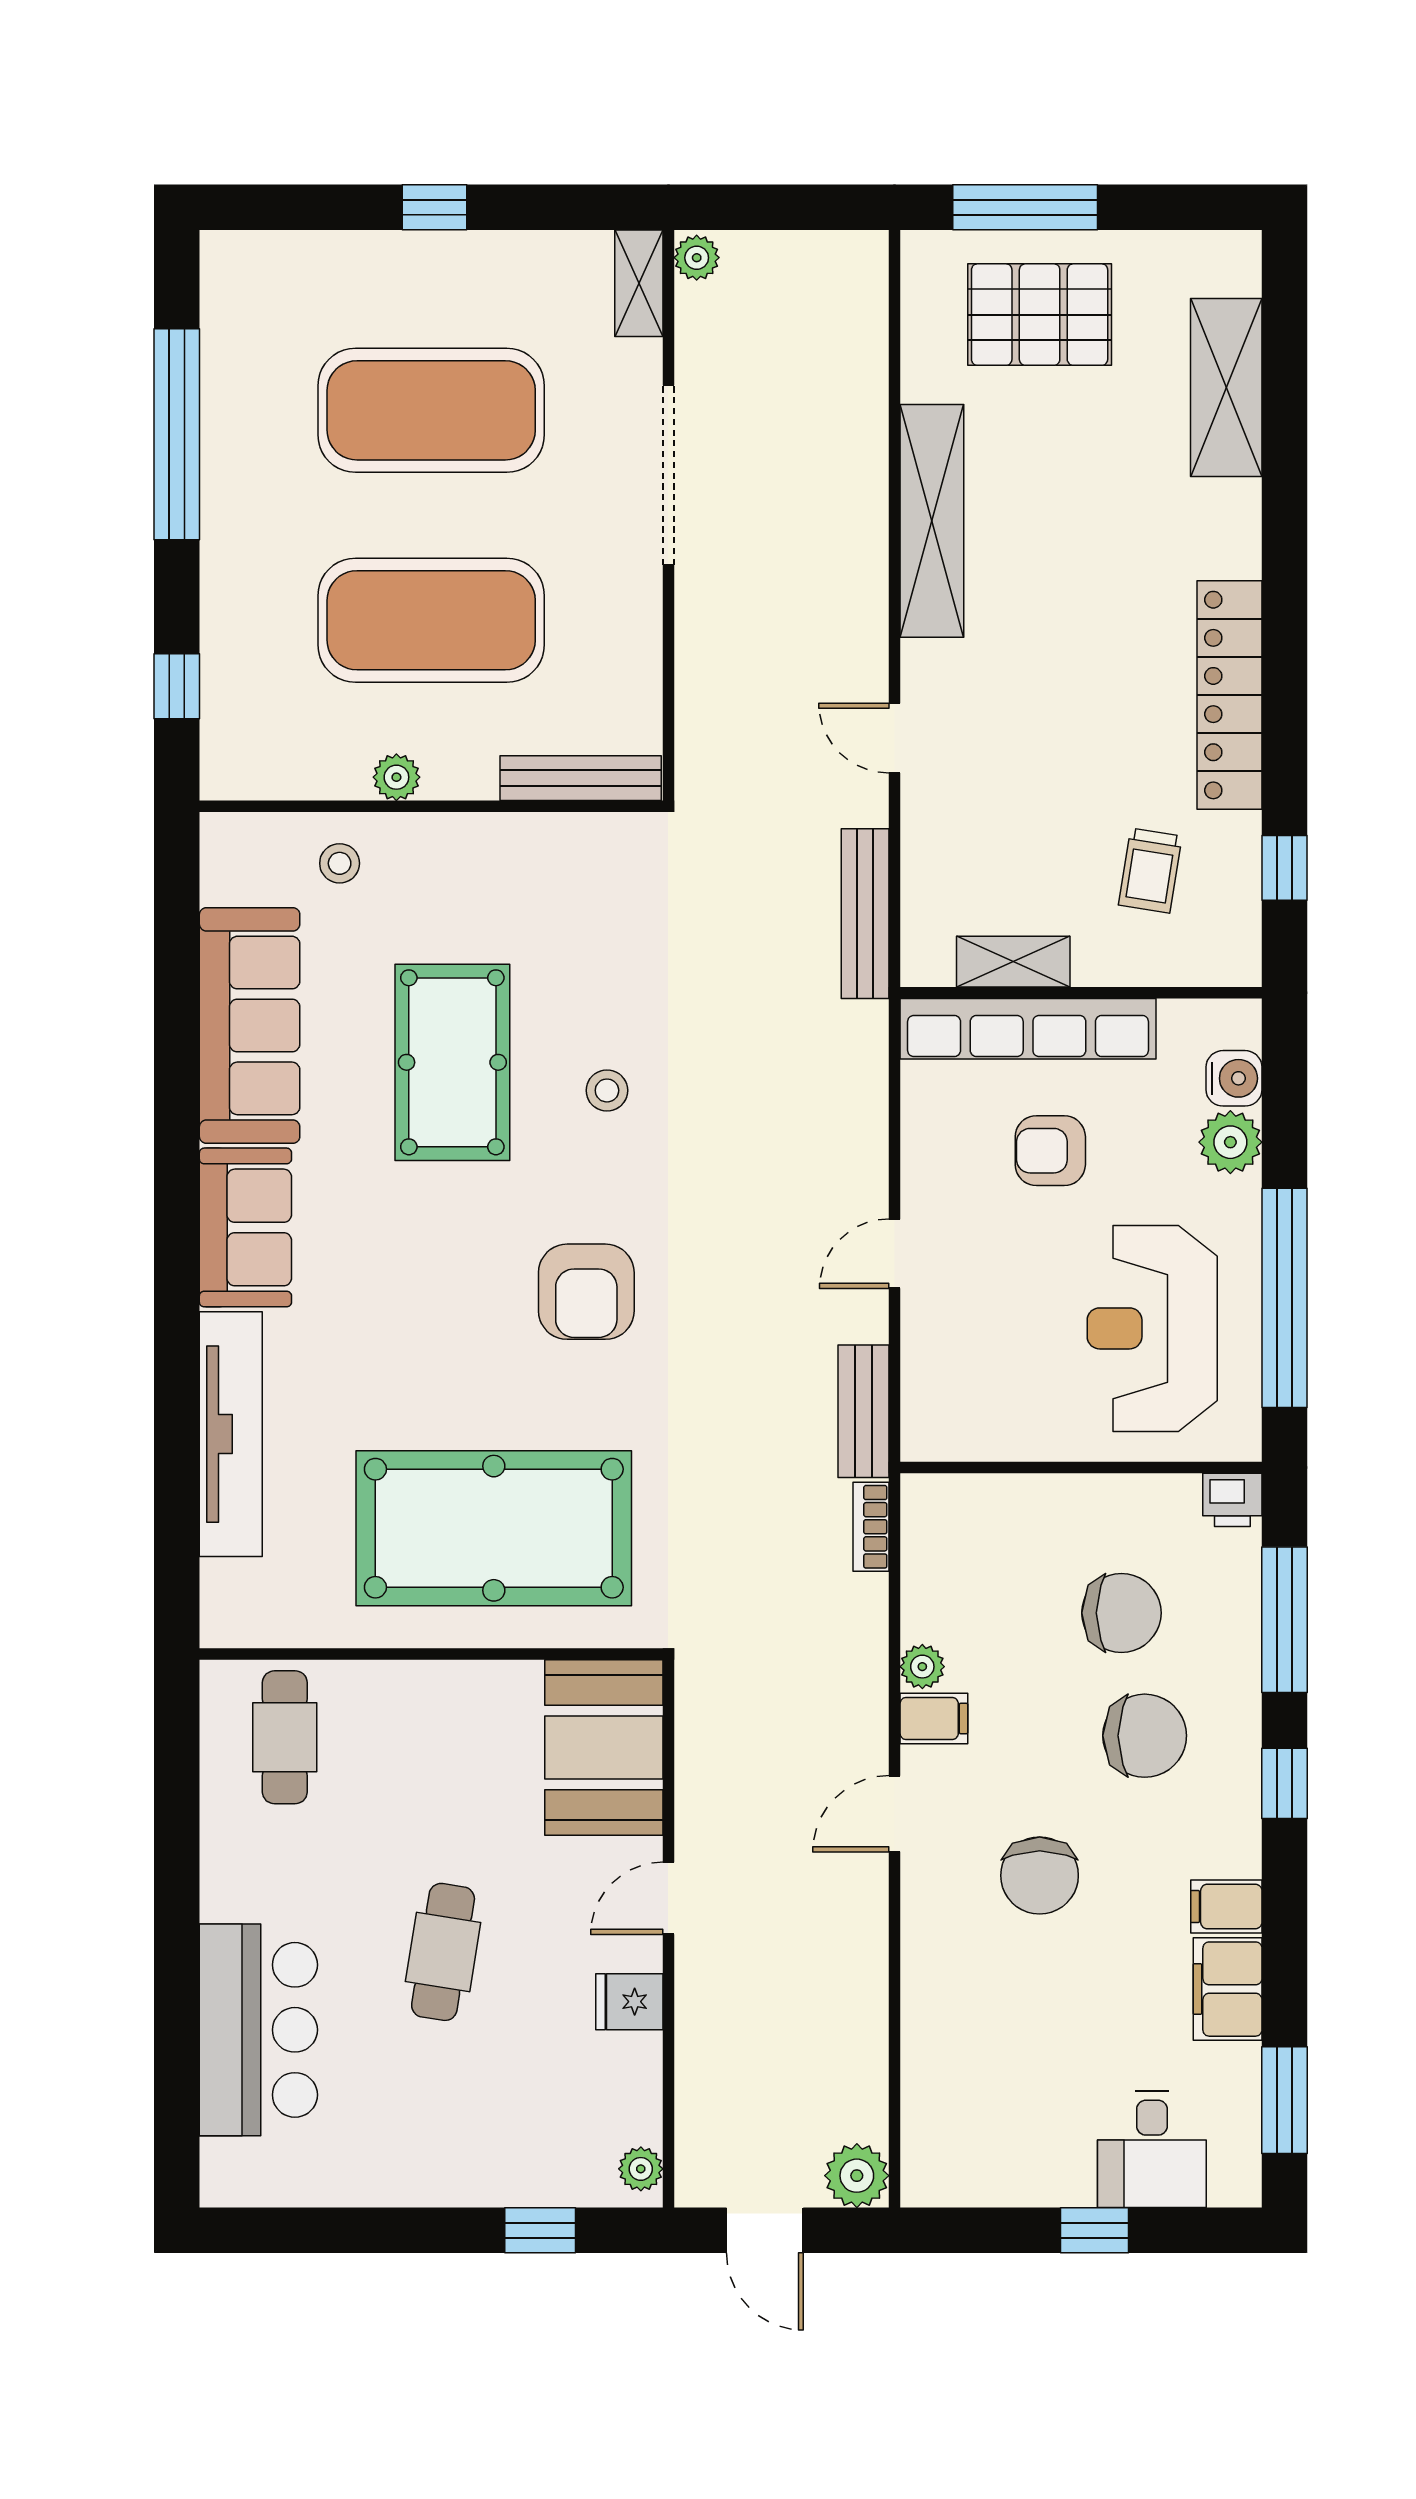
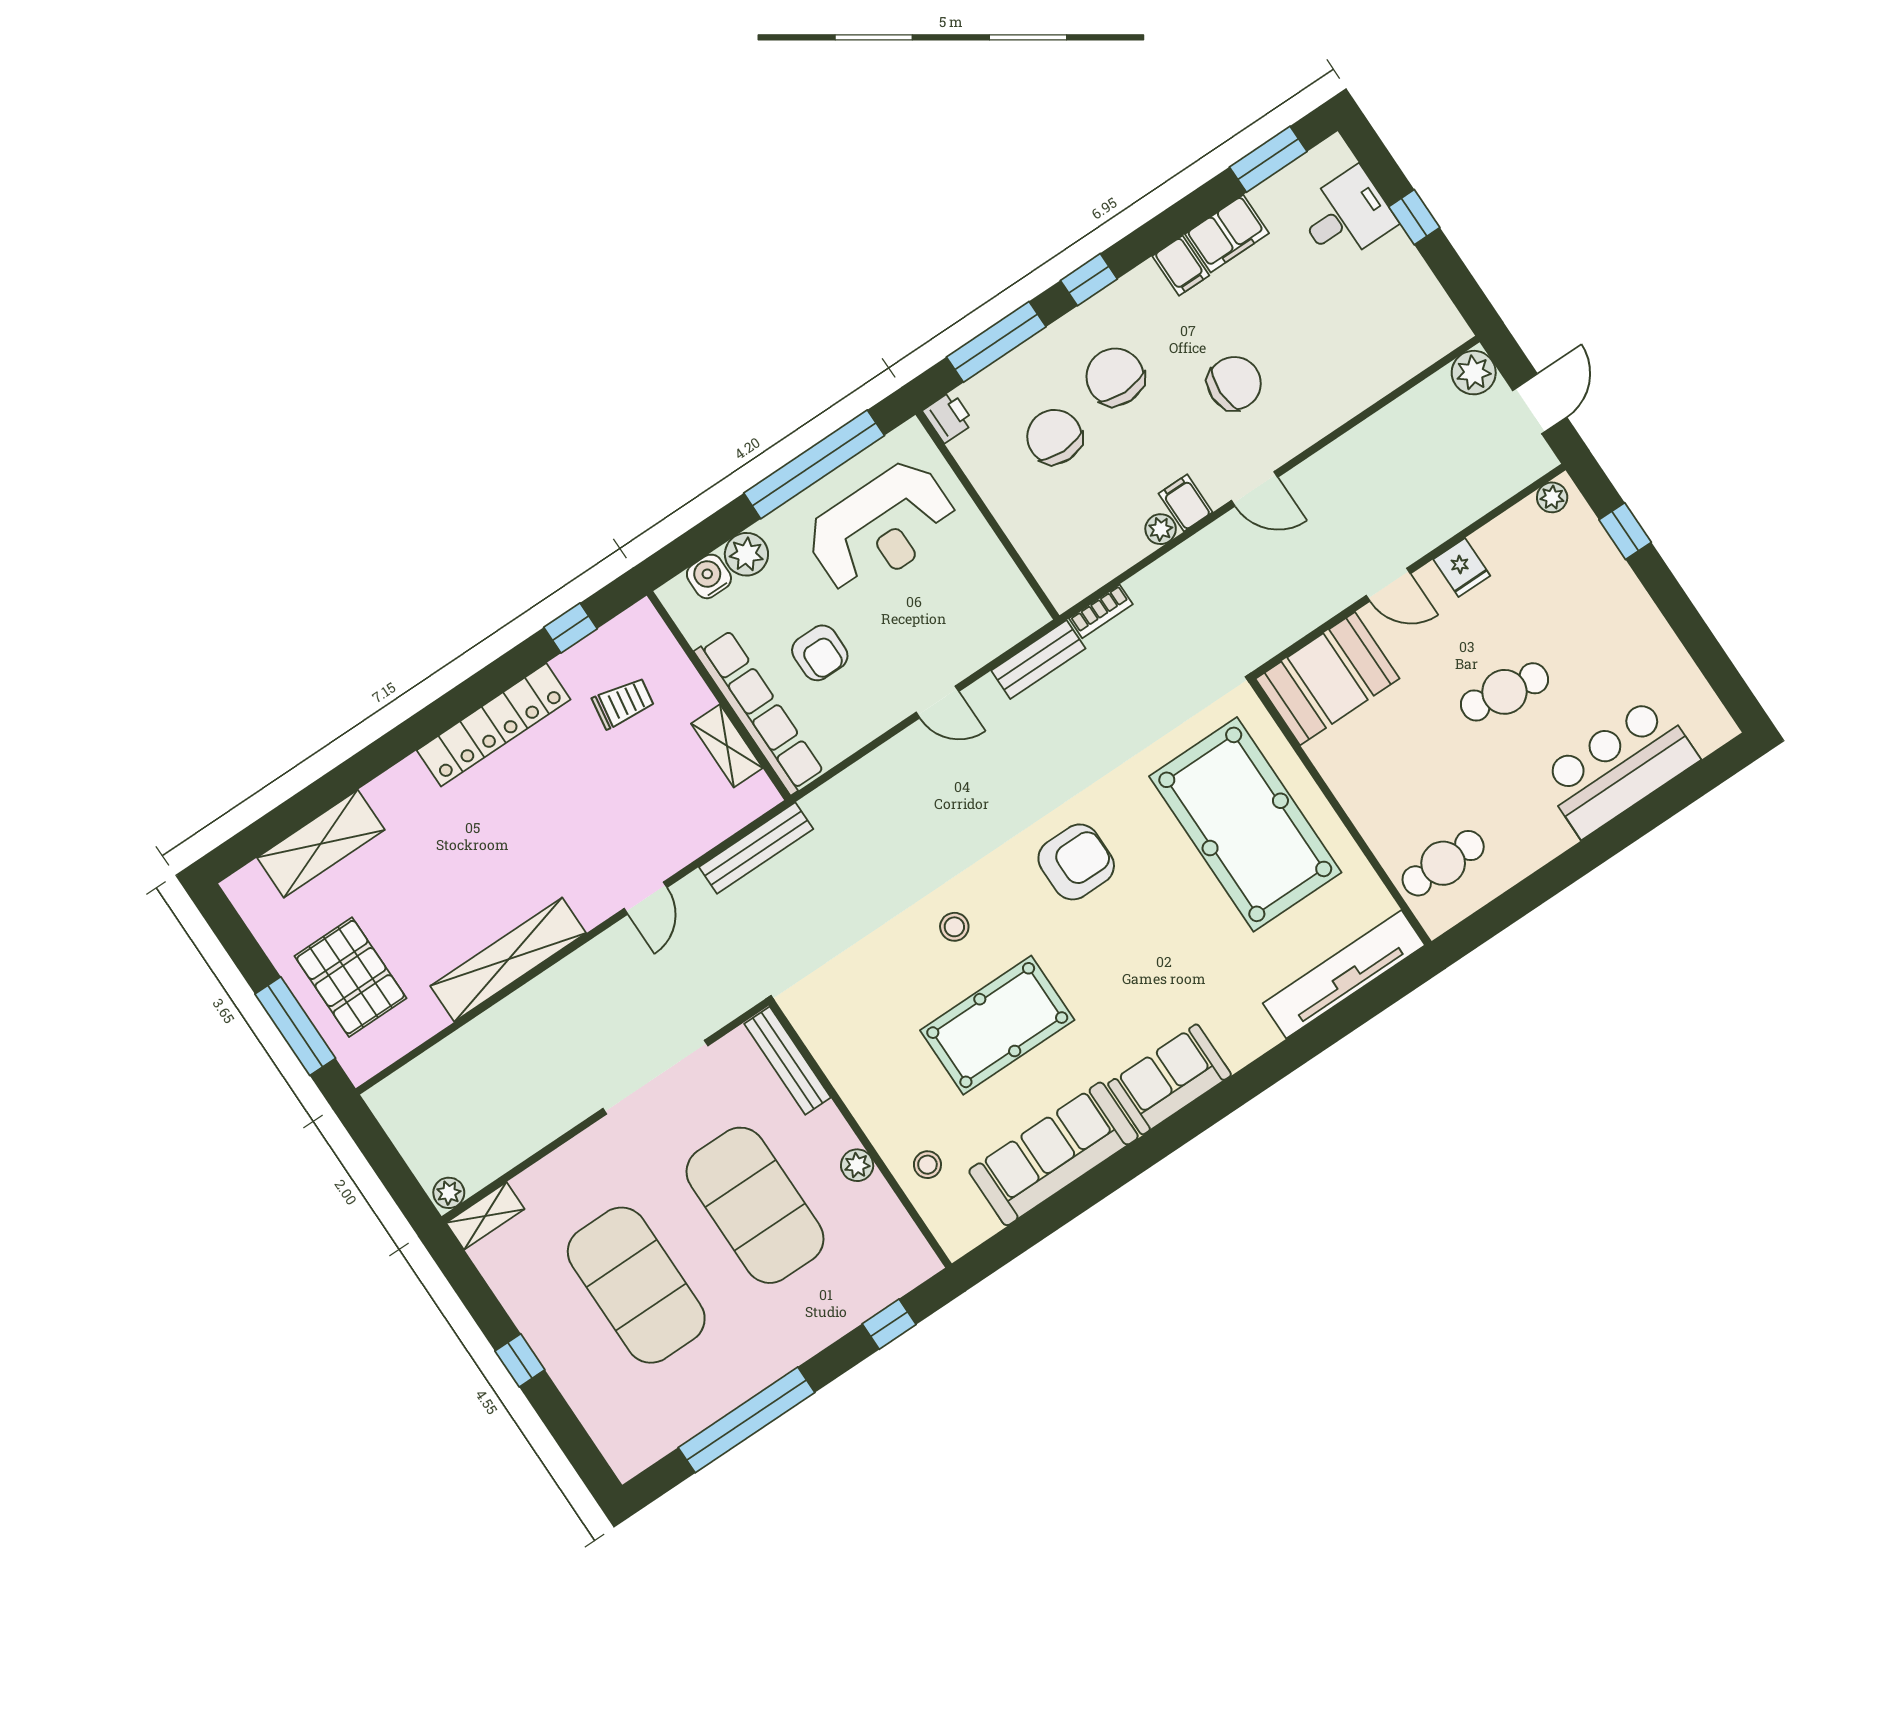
doorway: (668, 475) -> (655, 1077), moved
tv unit: (231, 1434) -> (1344, 974), moved

